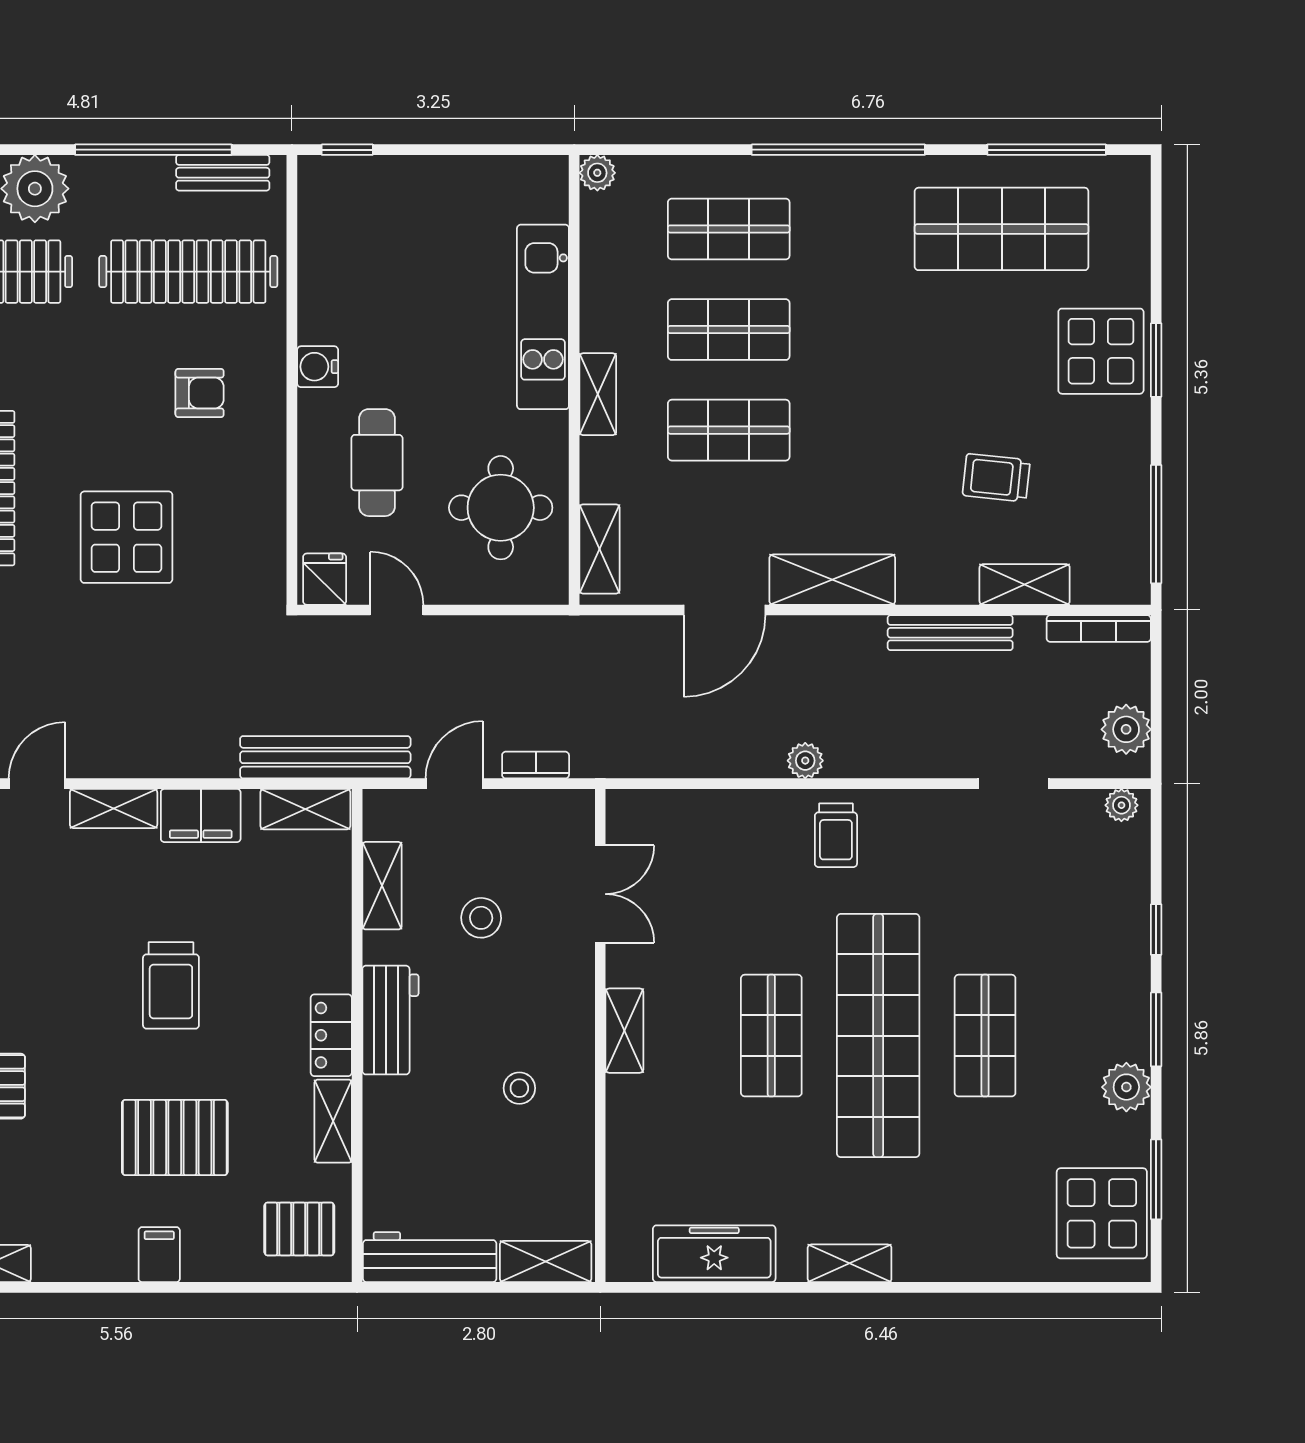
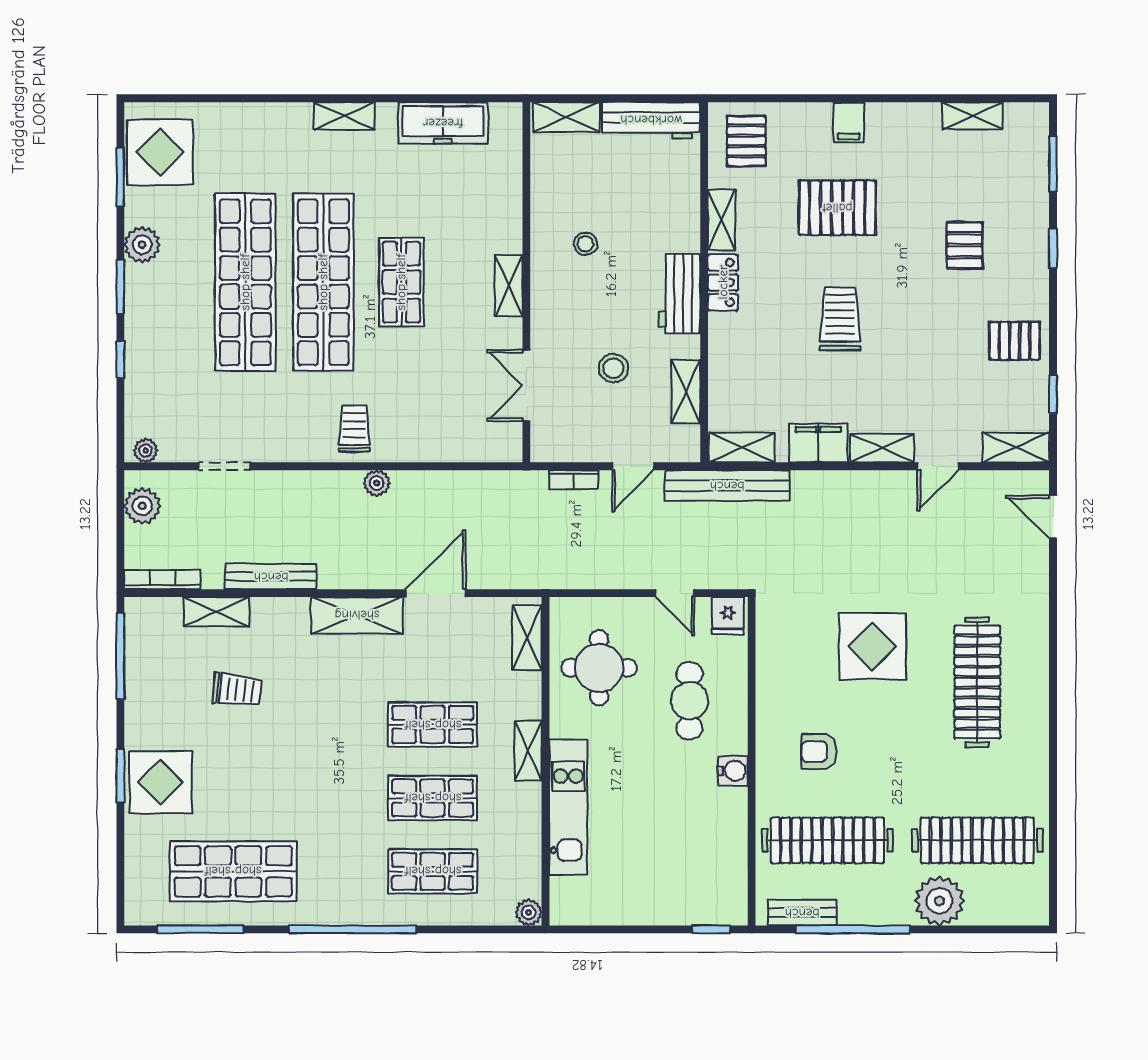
shop shelf: (985, 1036) -> (245, 282), width x2.00, depth x1.36
pallet: (299, 1229) -> (746, 141), turned 90

